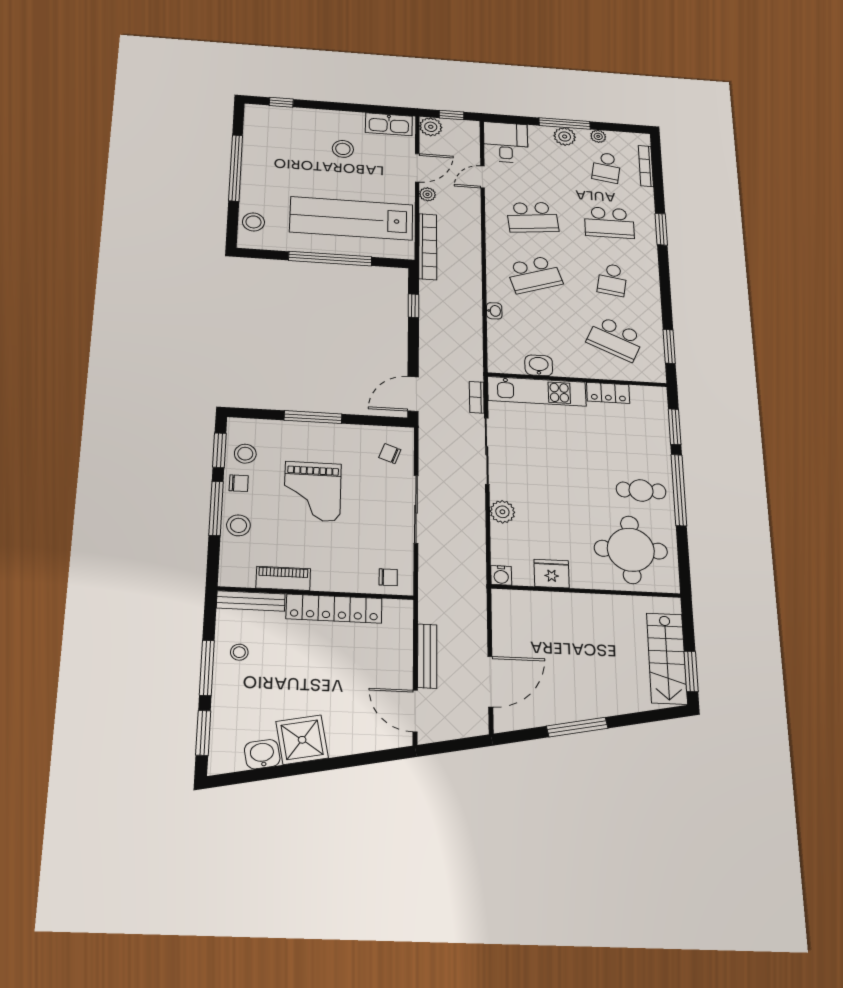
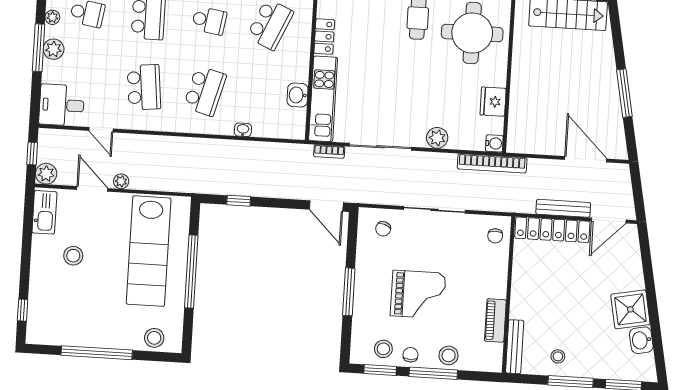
bookcase: (428, 247) -> (492, 163), moved, turned 180
school desk: (534, 275) -> (205, 91), turned 33
chair: (388, 577) -> (495, 236), turned 180
locker: (334, 609) -> (552, 230), moved, turned 90

